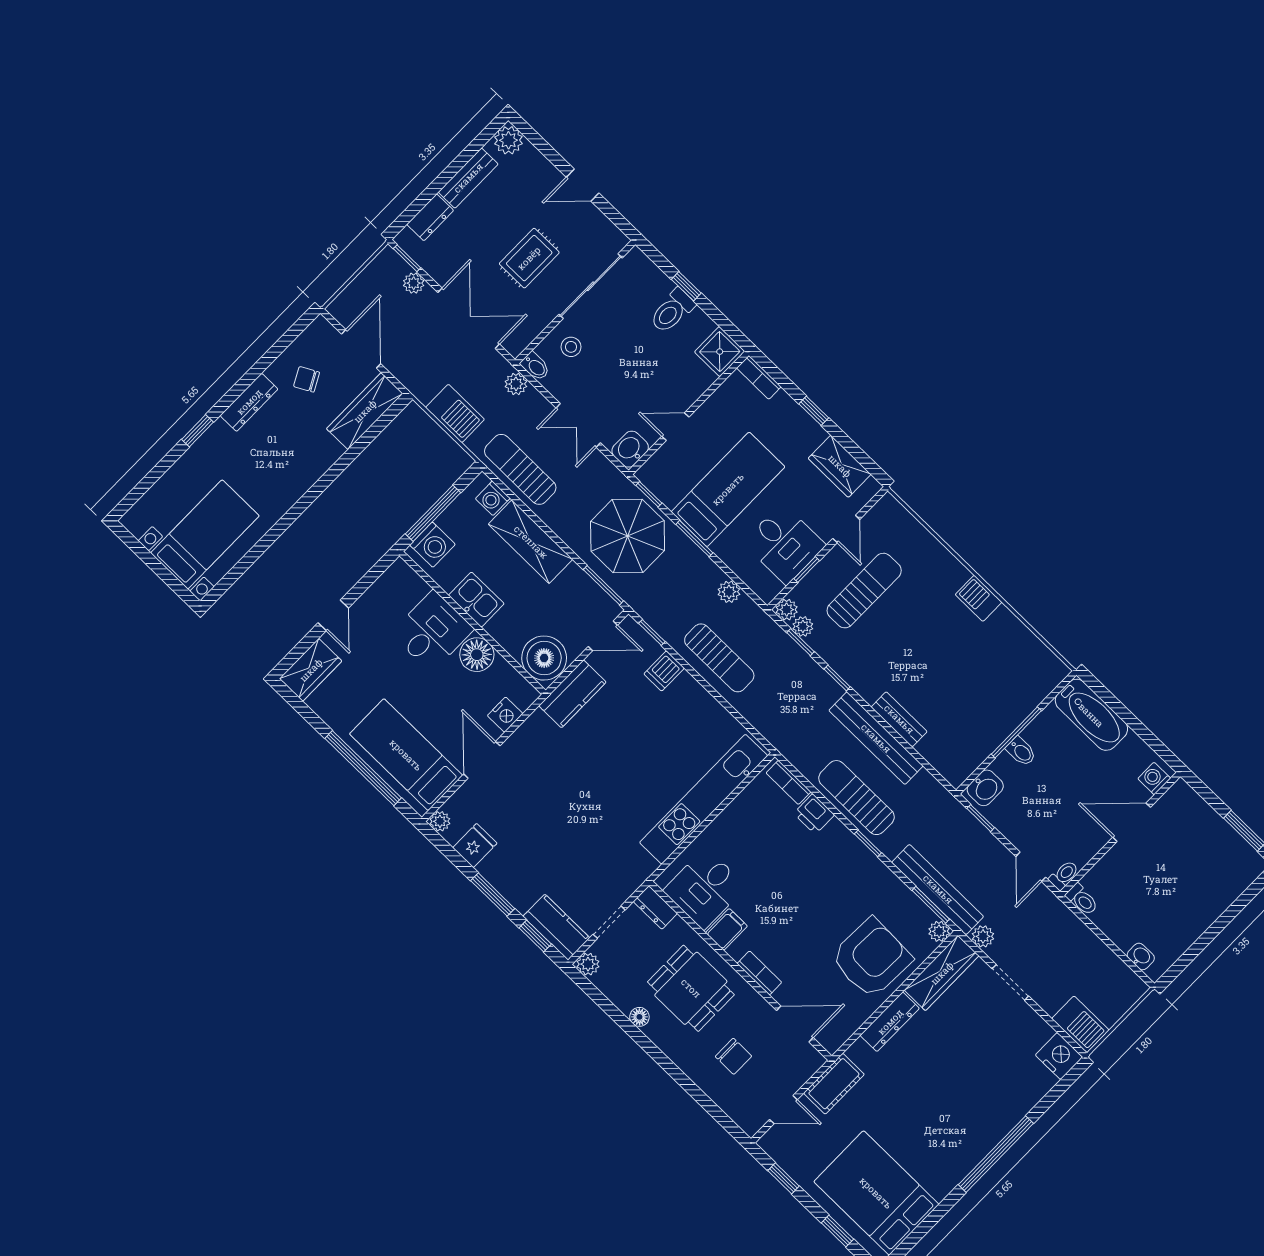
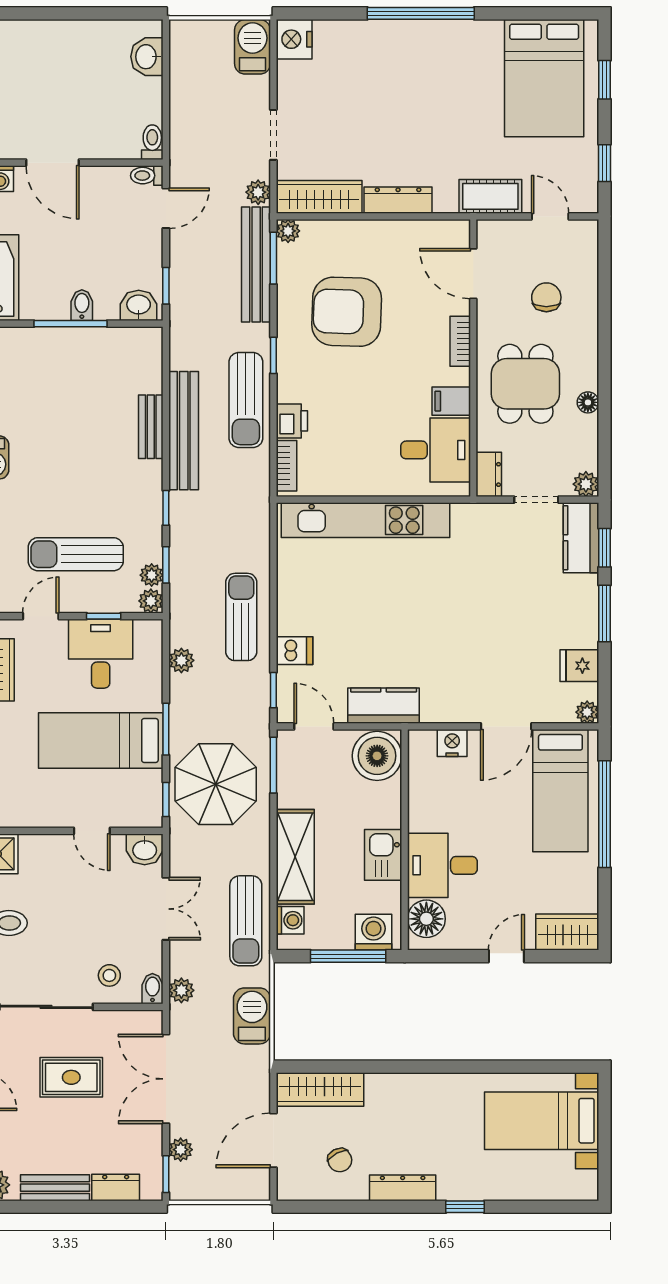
floor lamp: (477, 655) -> (426, 919), moved
washbasin: (1141, 956) -> (147, 57), width x1.38, depth x1.45
armchair: (871, 958) -> (347, 312), moved

